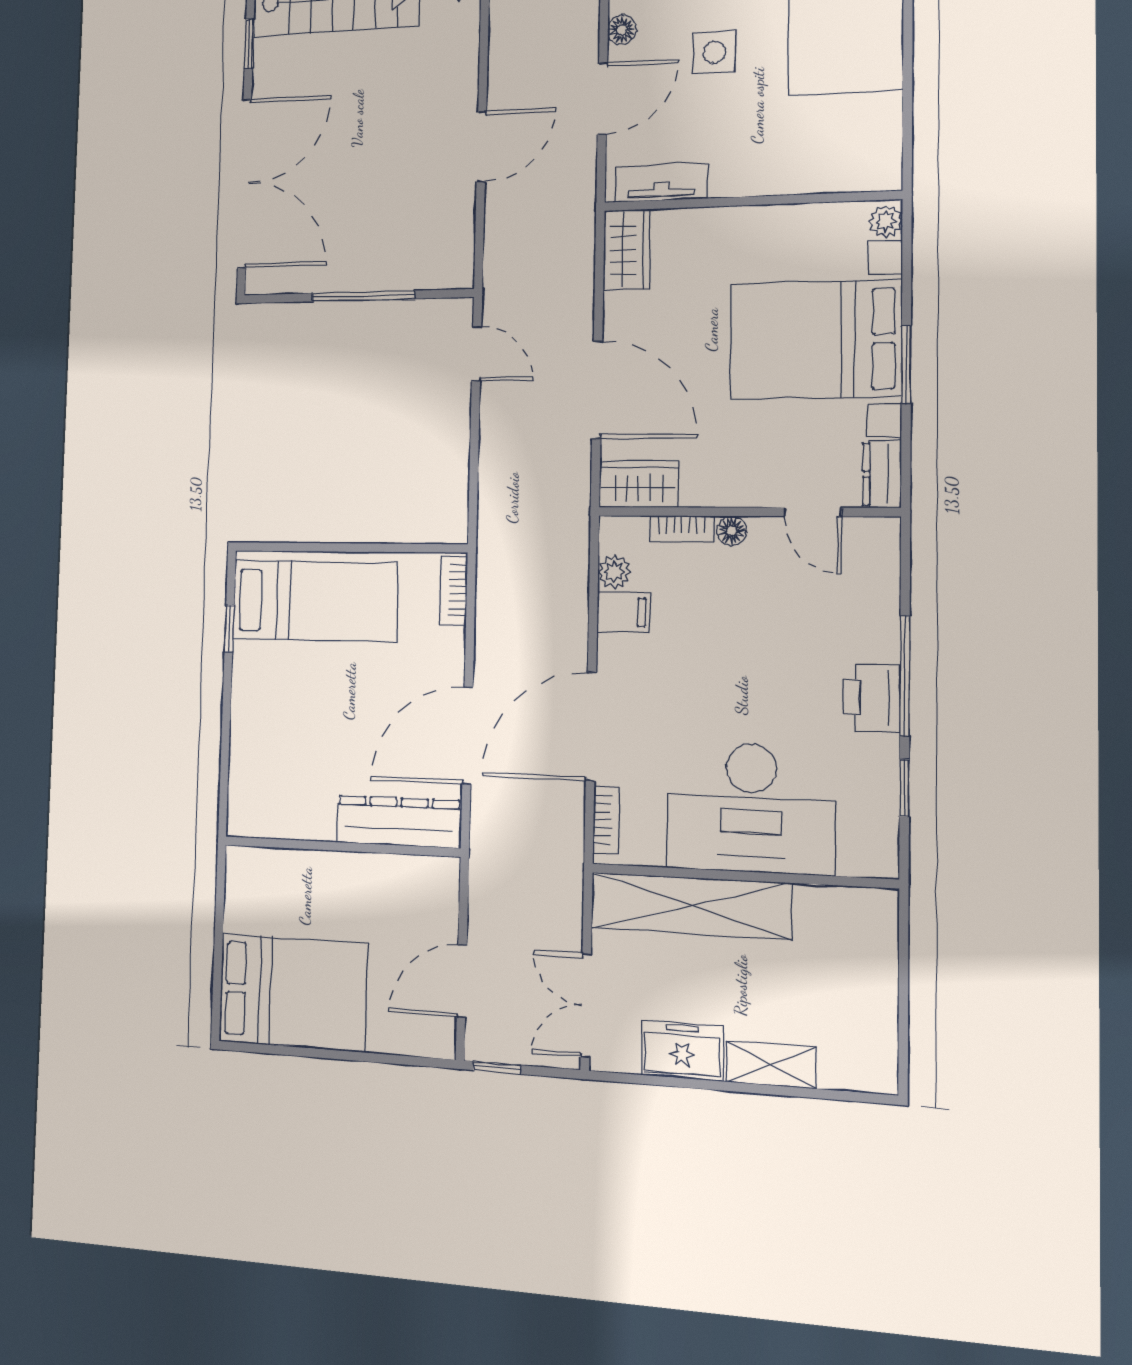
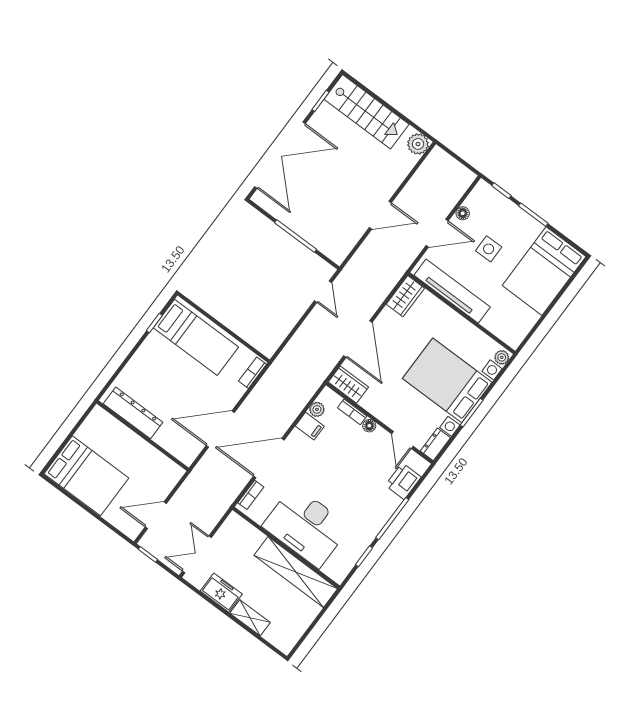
tv unit: (661, 183) -> (452, 291), width x1.92, depth x1.29
printer: (872, 698) -> (403, 481), moved
dresser: (399, 822) -> (133, 413), moved
shelving: (691, 906) -> (296, 572), moved

